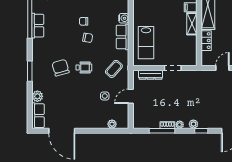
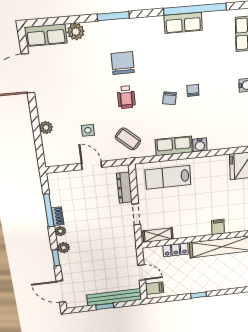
shelving: (192, 24) -> (158, 235), moved
chair: (61, 68) -> (123, 63), turned -74
plant: (112, 124) -> (46, 128), moved

